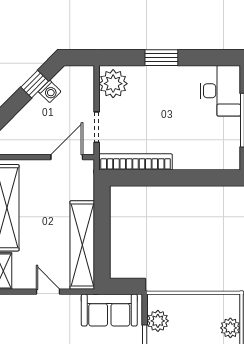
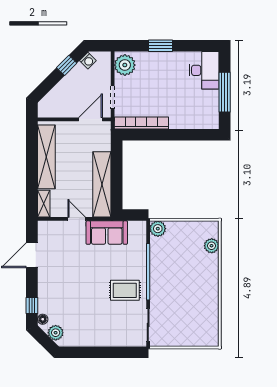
washing machine: (50, 91) -> (88, 61), moved
sofa: (109, 310) -> (107, 233), moved
plant: (158, 321) -> (158, 229), moved

